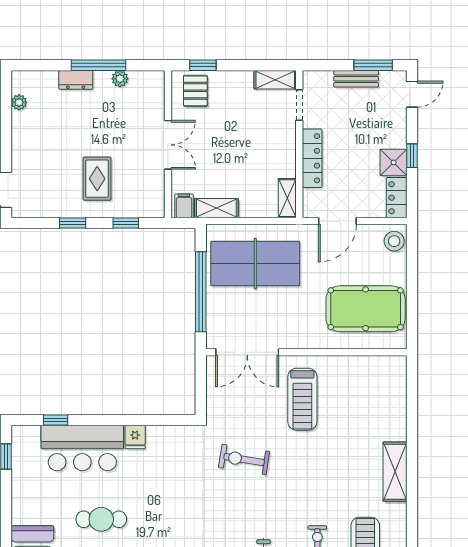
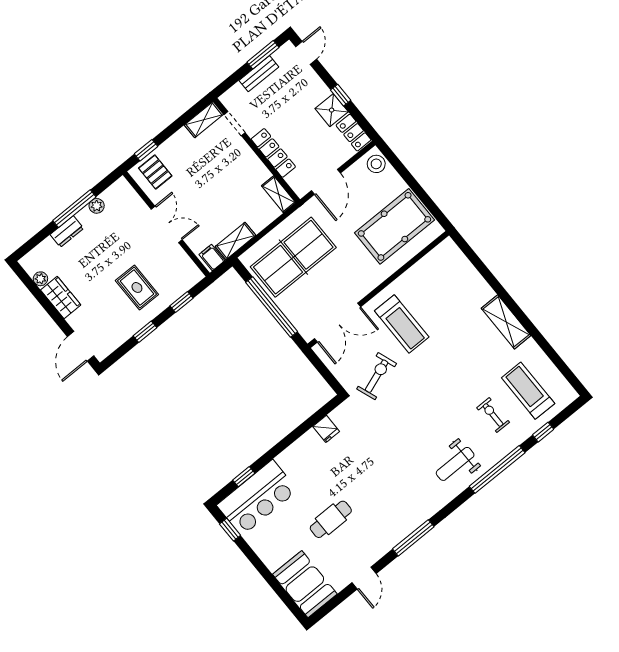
wardrobe: (23, 133) -> (61, 297), added
fridge: (135, 437) -> (326, 429), moved
bar counter: (82, 448) -> (257, 498), moved
exercise bike: (244, 459) -> (377, 376), moved, turned 151

